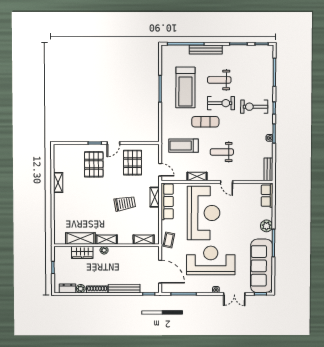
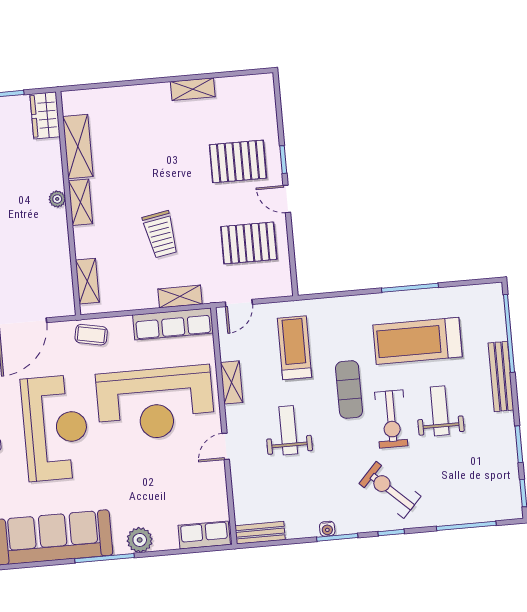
exercise bike: (254, 107) -> (390, 490), turned -47
wardrobe: (82, 252) -> (45, 115), moved

